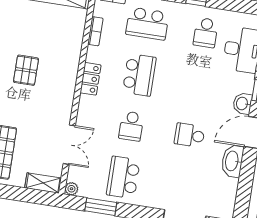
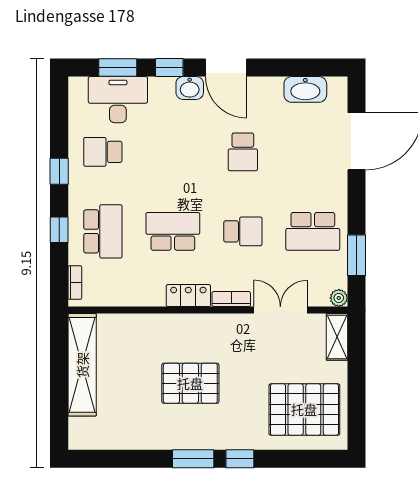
bookcase: (95, 31) -> (231, 299), moved
school desk: (206, 33) -> (103, 152), turned 180
pallet: (26, 70) -> (190, 383), width x1.50, depth x1.42
washbasin: (232, 161) -> (305, 89), moved

